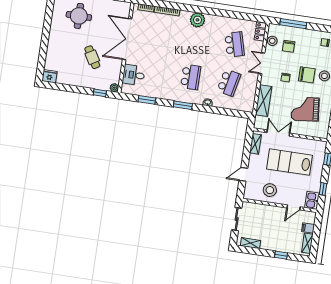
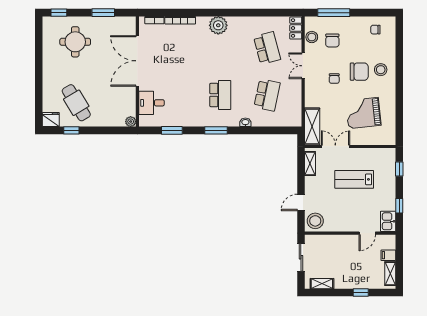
cafe table: (92, 57) -> (76, 103), moved, width x1.37, depth x1.35
window: (100, 93) -> (71, 130), moved
shelving: (264, 101) -> (312, 126), moved
lab bench: (289, 162) -> (354, 179), width x0.73, depth x0.72
stool: (270, 190) -> (315, 221), moved

